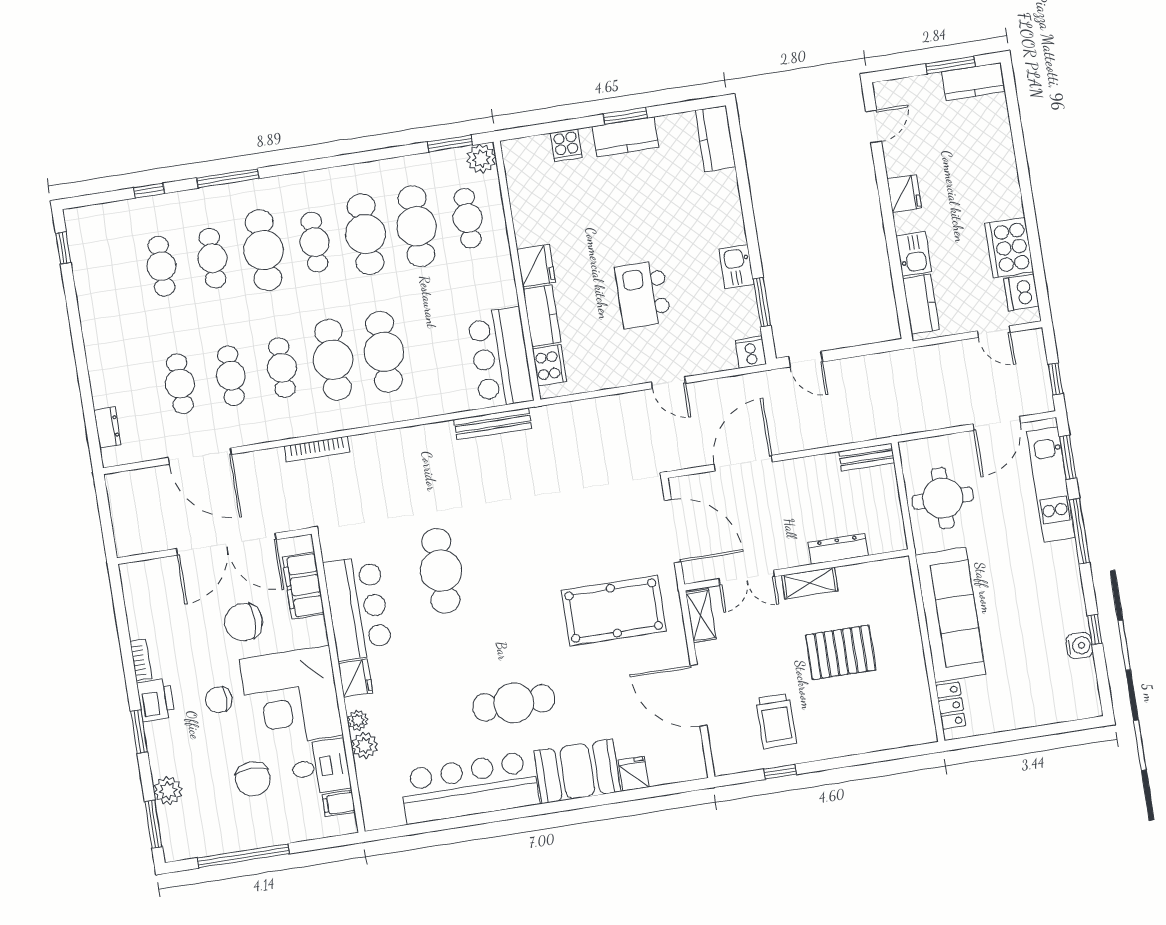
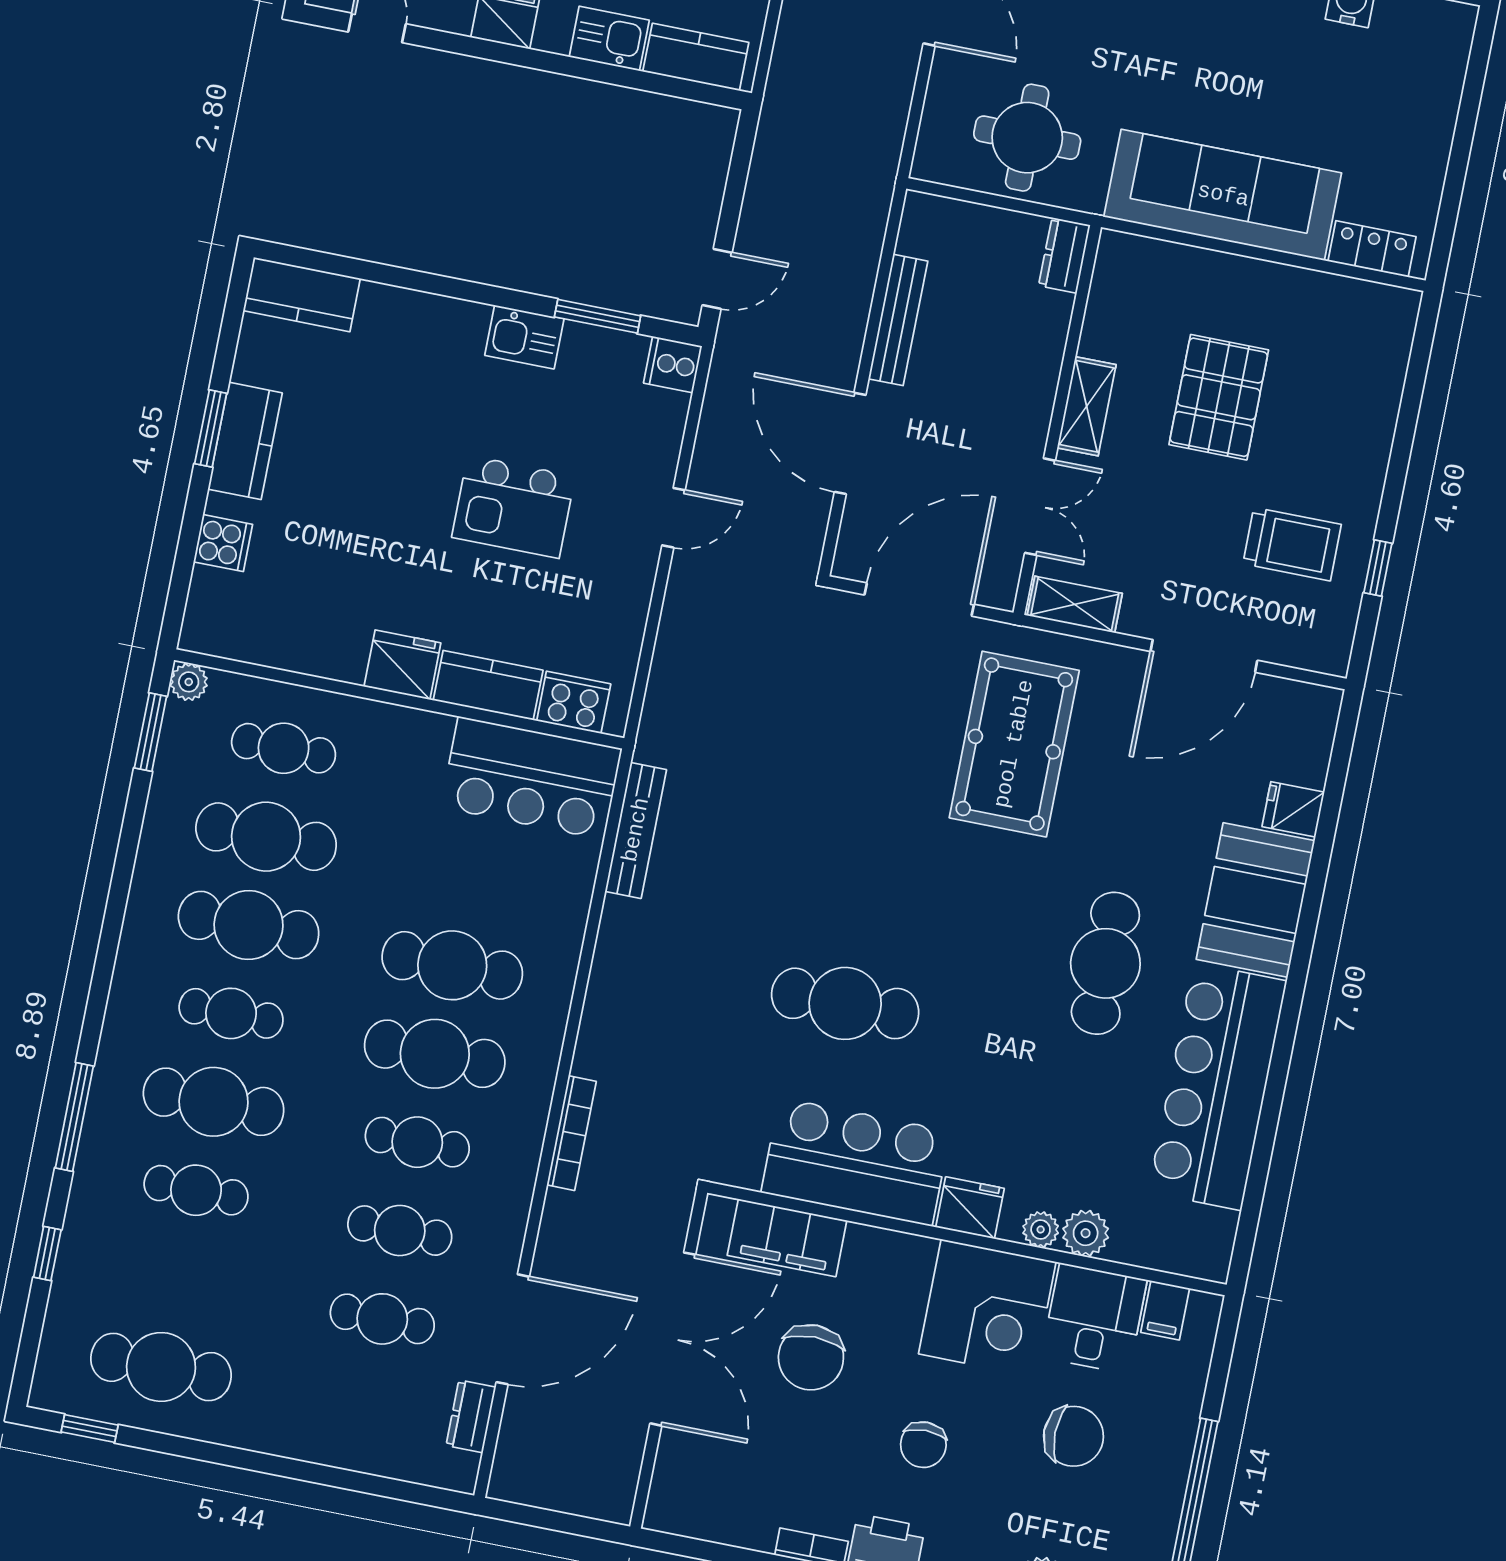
plant: (481, 159) -> (189, 682), width x0.73, depth x0.73
cafe table: (161, 266) -> (161, 1367), moved, width x1.37, depth x1.35
dresser: (107, 427) -> (471, 1416), moved, turned -90
bench: (867, 457) -> (898, 320), moved, width x1.36
dresser: (838, 549) -> (1064, 255), moved, width x0.70
corner desk: (291, 697) -> (987, 1308), width x0.74, depth x0.74

